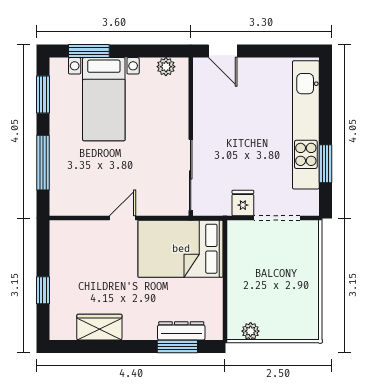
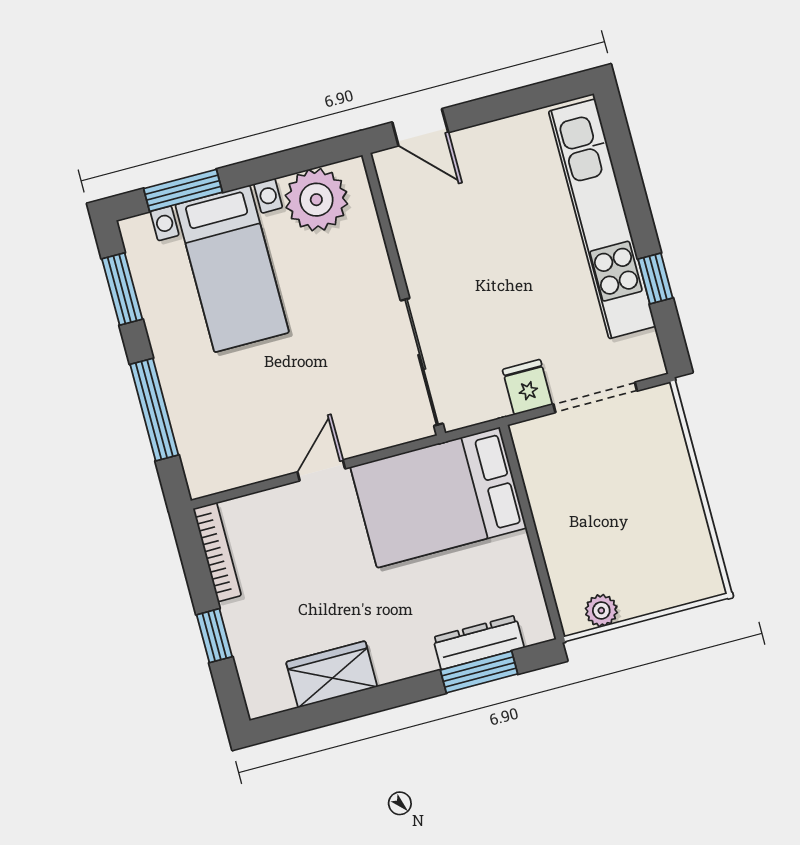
plant: (166, 67) -> (316, 200), width x1.88, depth x1.88
window: (326, 164) -> (655, 279), width x0.67
bookcase: (56, 246) -> (217, 552), added

